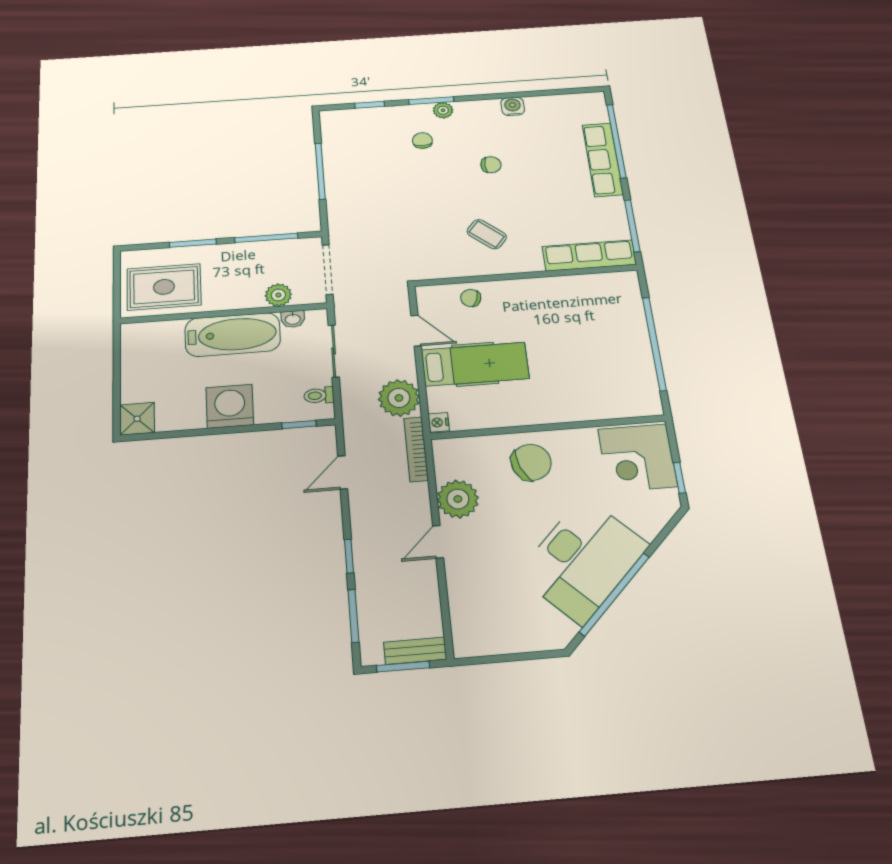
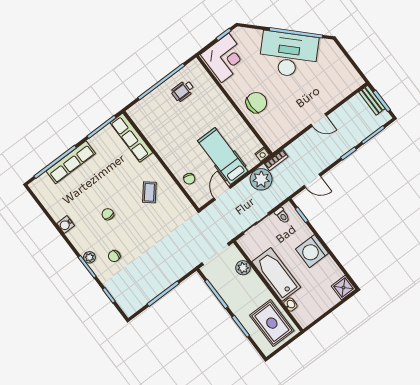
washbasin: (293, 319) -> (290, 304), moved
wheelchair: (620, 366) -> (183, 91), added
bookcase: (416, 449) -> (276, 160), width x0.64
chair: (531, 462) -> (256, 103), turned 111
plant: (458, 499) -> (294, 124), removed

